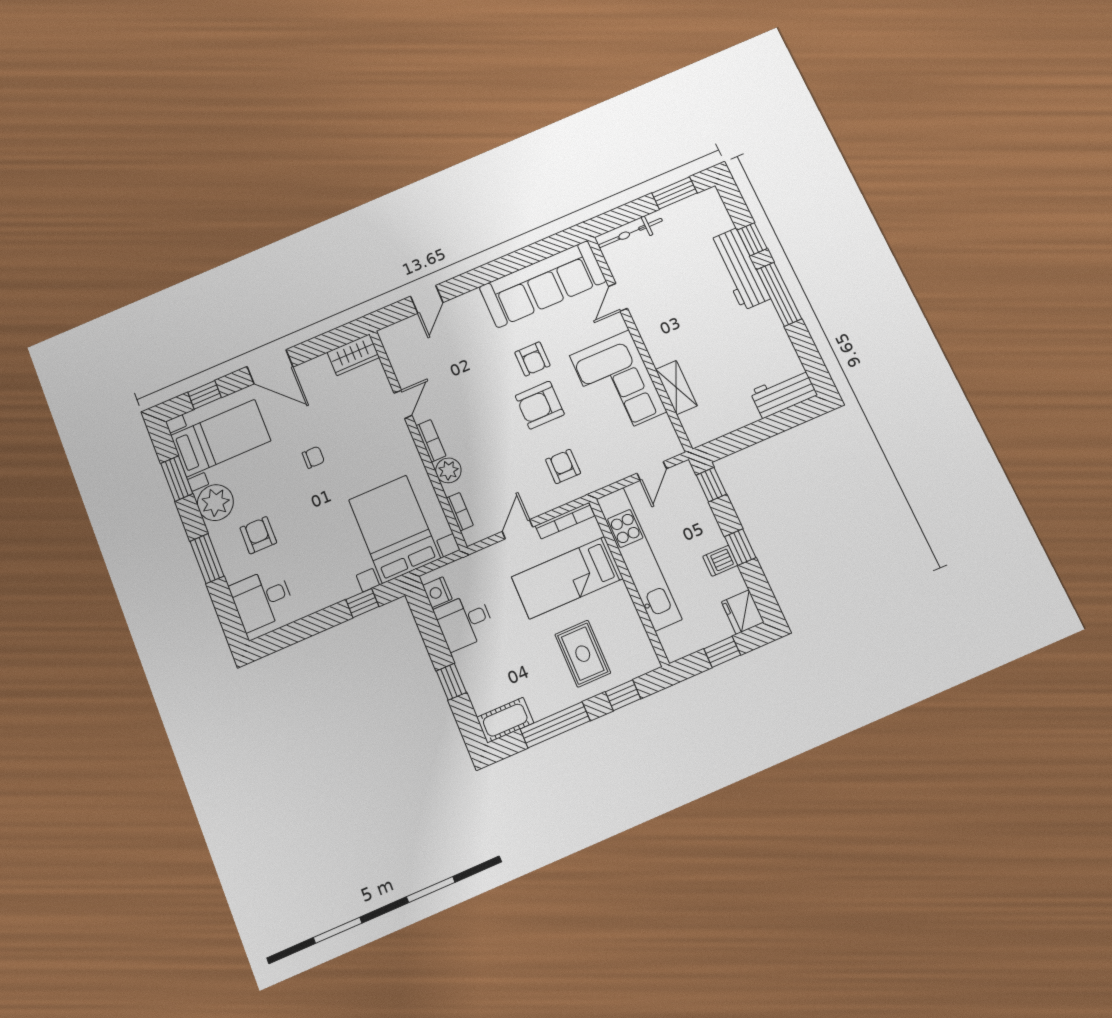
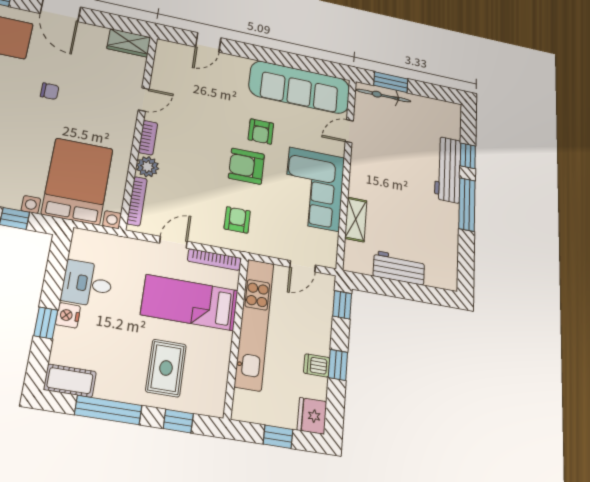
window: (674, 193) -> (391, 82), moved
workbench: (784, 393) -> (399, 268), moved
bookcase: (460, 512) -> (137, 201), width x1.56
nightstand: (437, 592) -> (68, 315), moved

